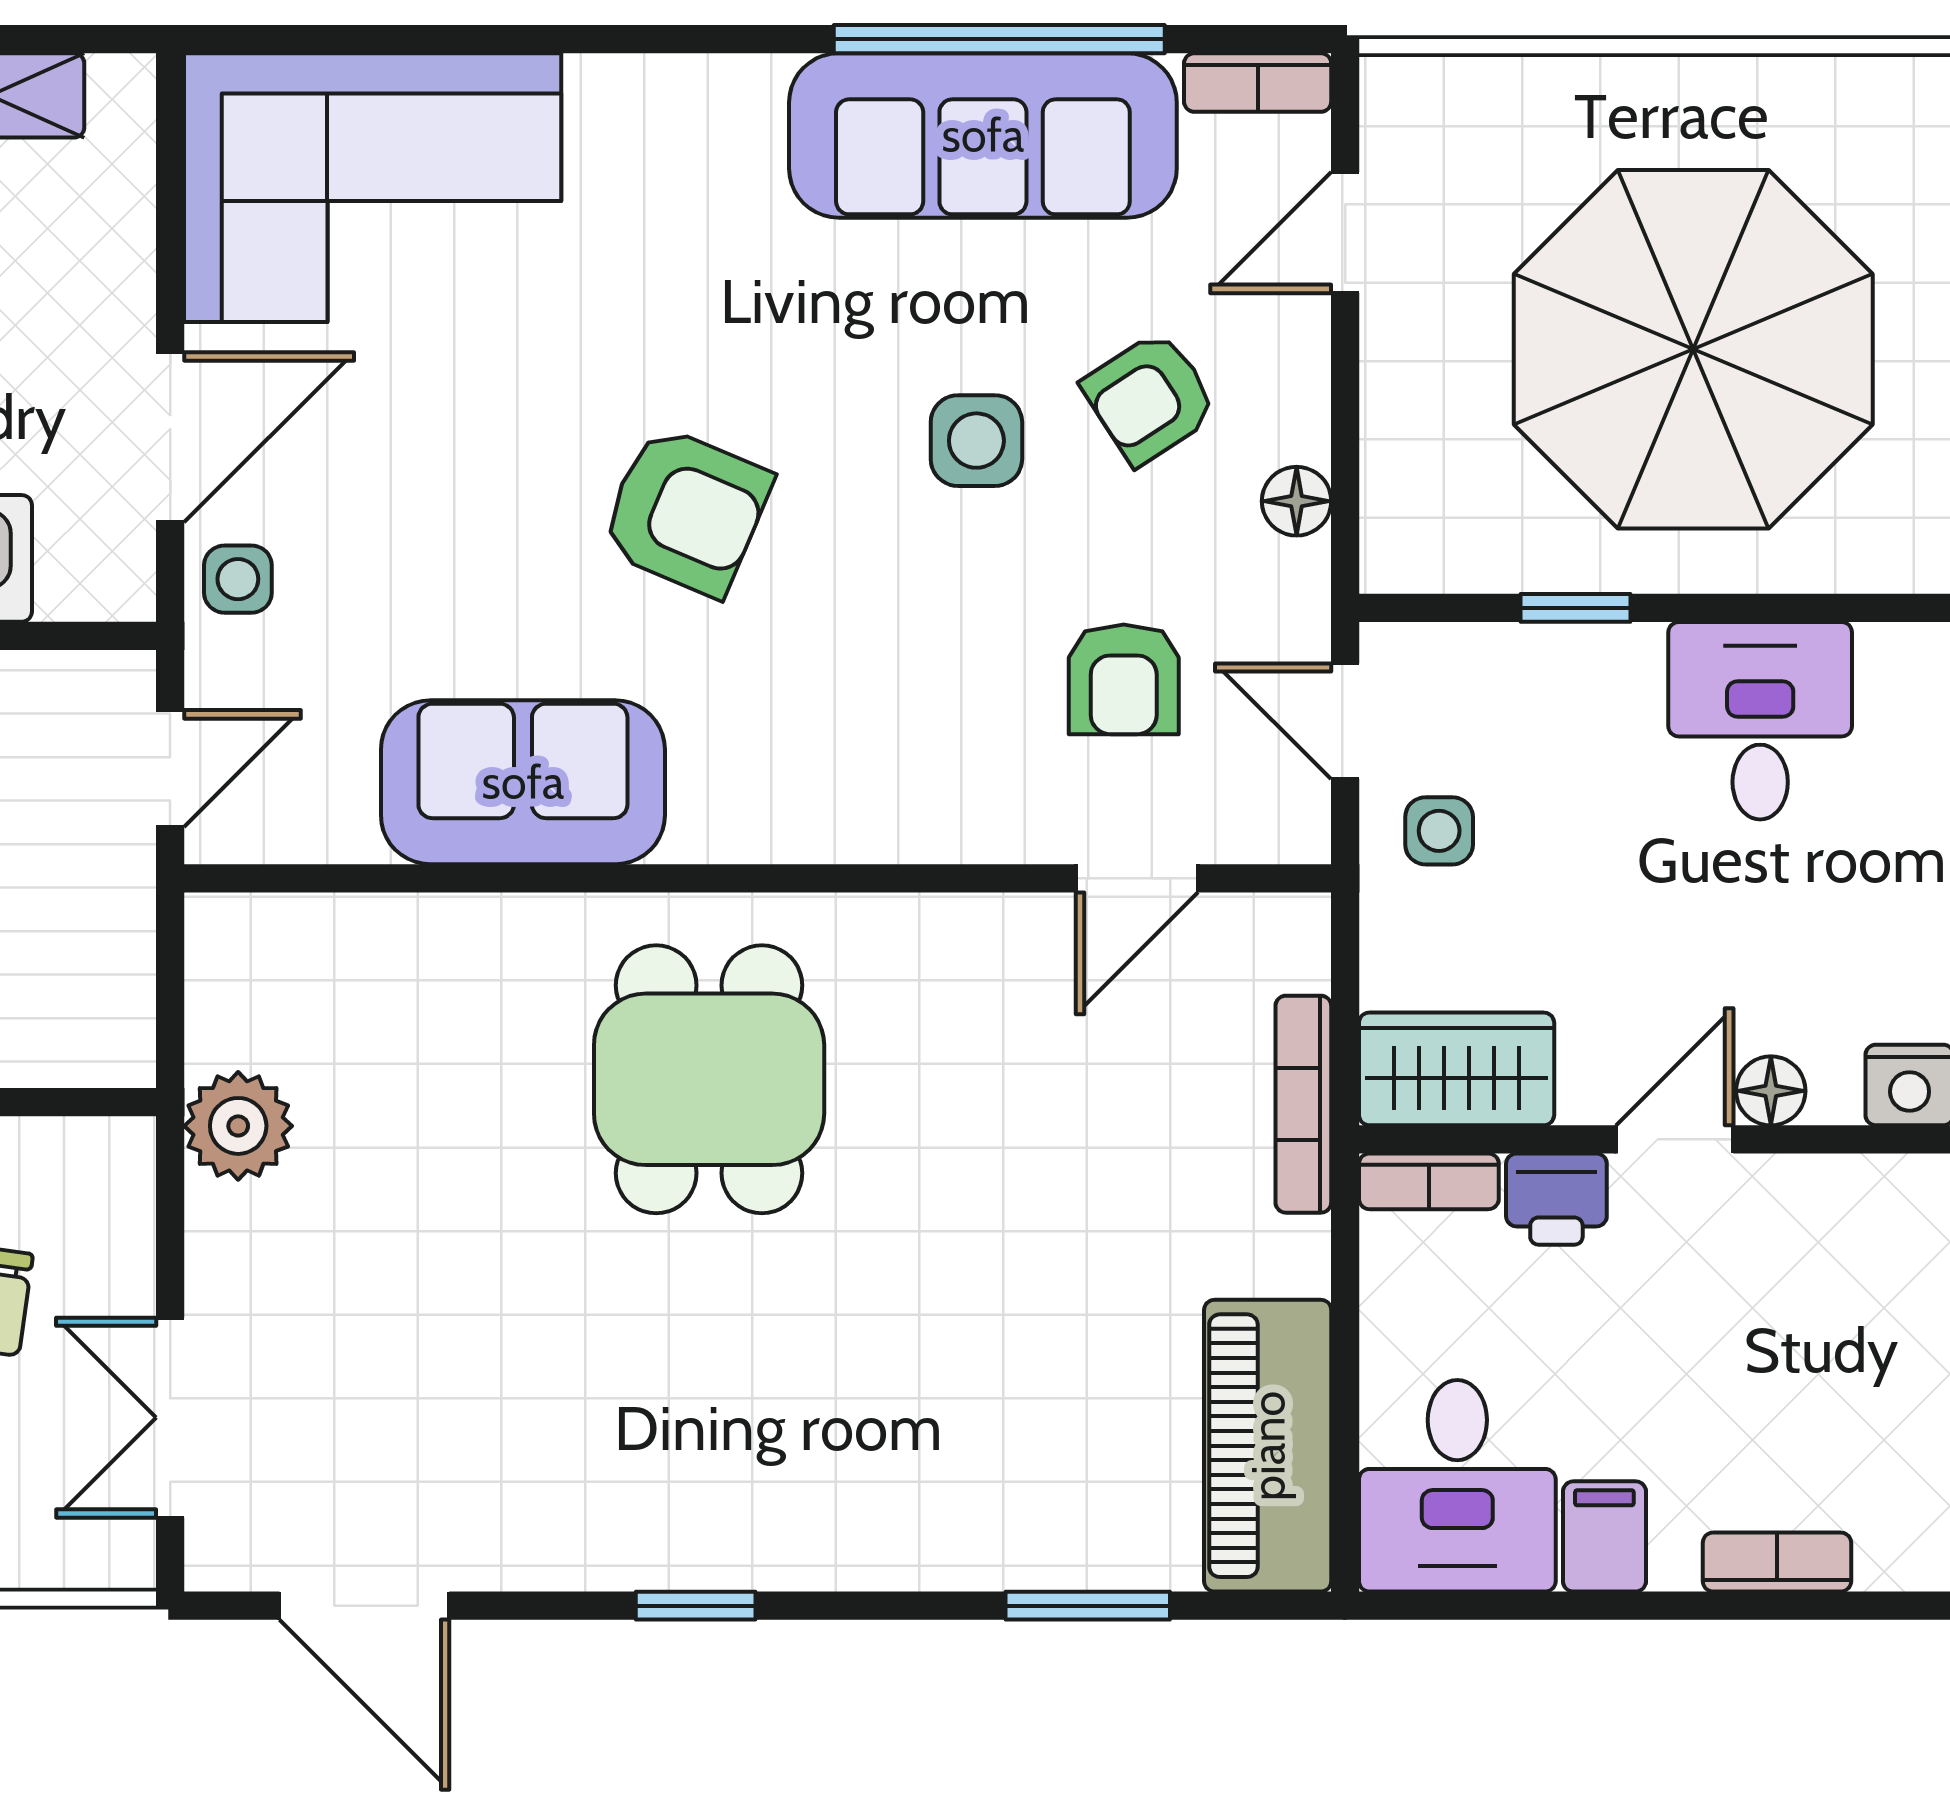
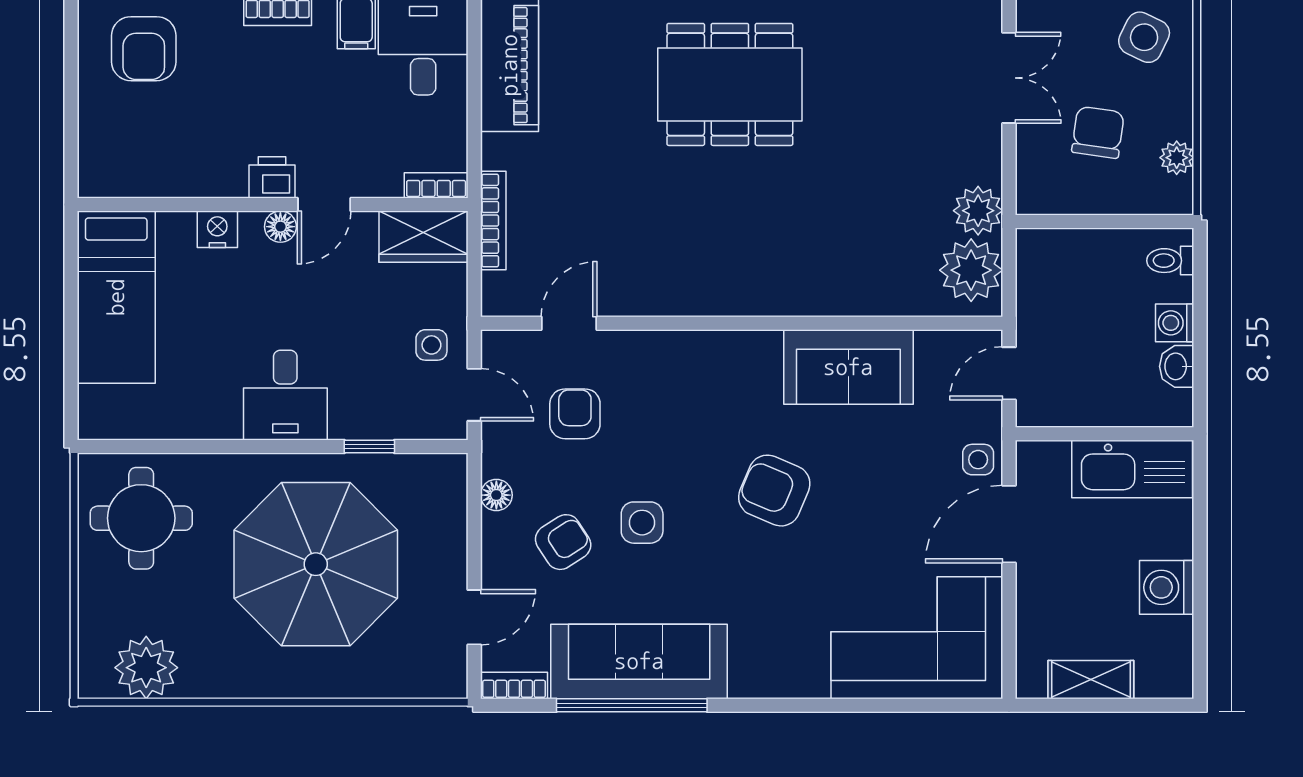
plant: (253, 995) -> (971, 270), added
dining table: (709, 1079) -> (730, 84), moved, width x1.37
printer: (1556, 1199) -> (272, 177), moved

